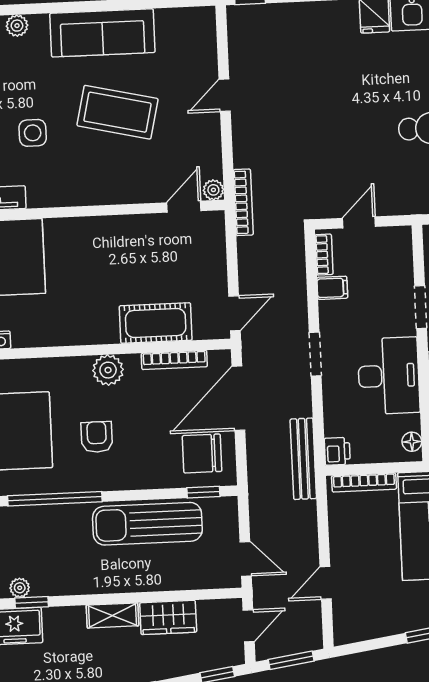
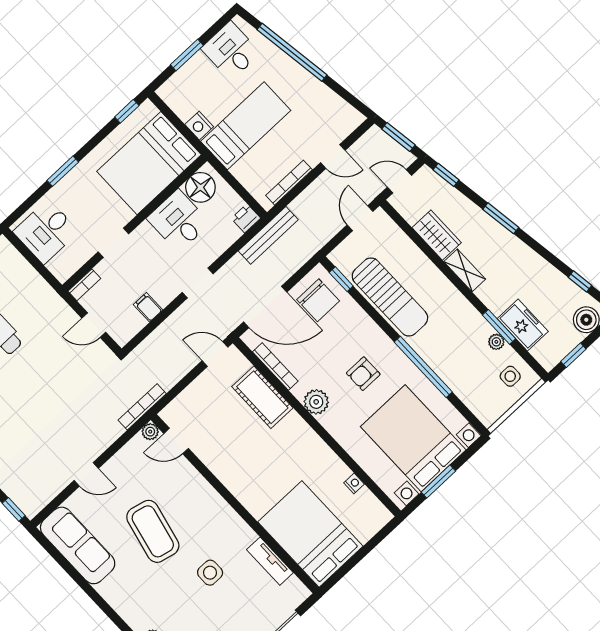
sofa: (102, 33) -> (78, 545), moved
bookcase: (324, 255) -> (84, 285), moved, turned 180
desk: (389, 376) -> (179, 221), width x0.73
floor lamp: (412, 442) -> (200, 187), width x1.89, depth x1.89
bookcase: (364, 482) -> (289, 183), moved, turned -90
window: (32, 602) -> (499, 327), width x1.50

